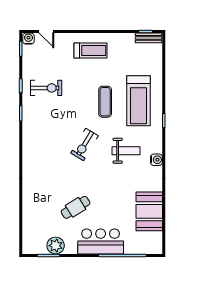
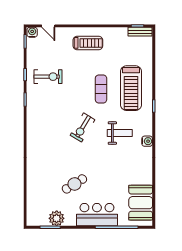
booth: (149, 211) -> (141, 203), moved

